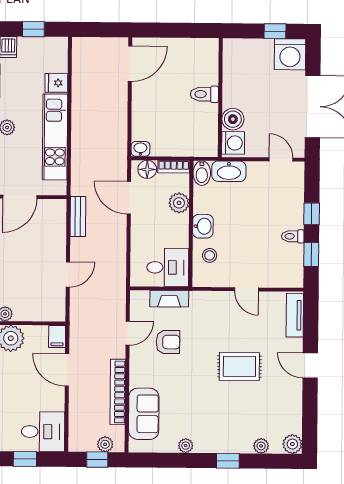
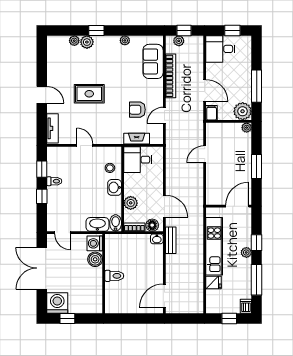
bench: (78, 217) -> (171, 240), moved
plant: (292, 444) -> (87, 42), moved

